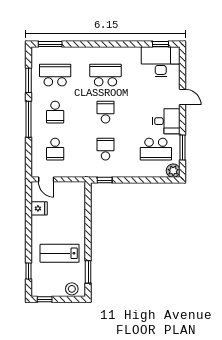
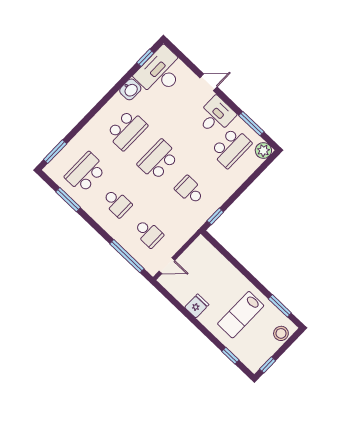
washbasin: (132, 54) -> (130, 89), added
school desk: (106, 75) -> (127, 130), turned 180
school desk: (106, 112) -> (158, 160), width x1.85
window: (28, 119) -> (127, 256), moved
fridge: (39, 208) -> (197, 306), moved

